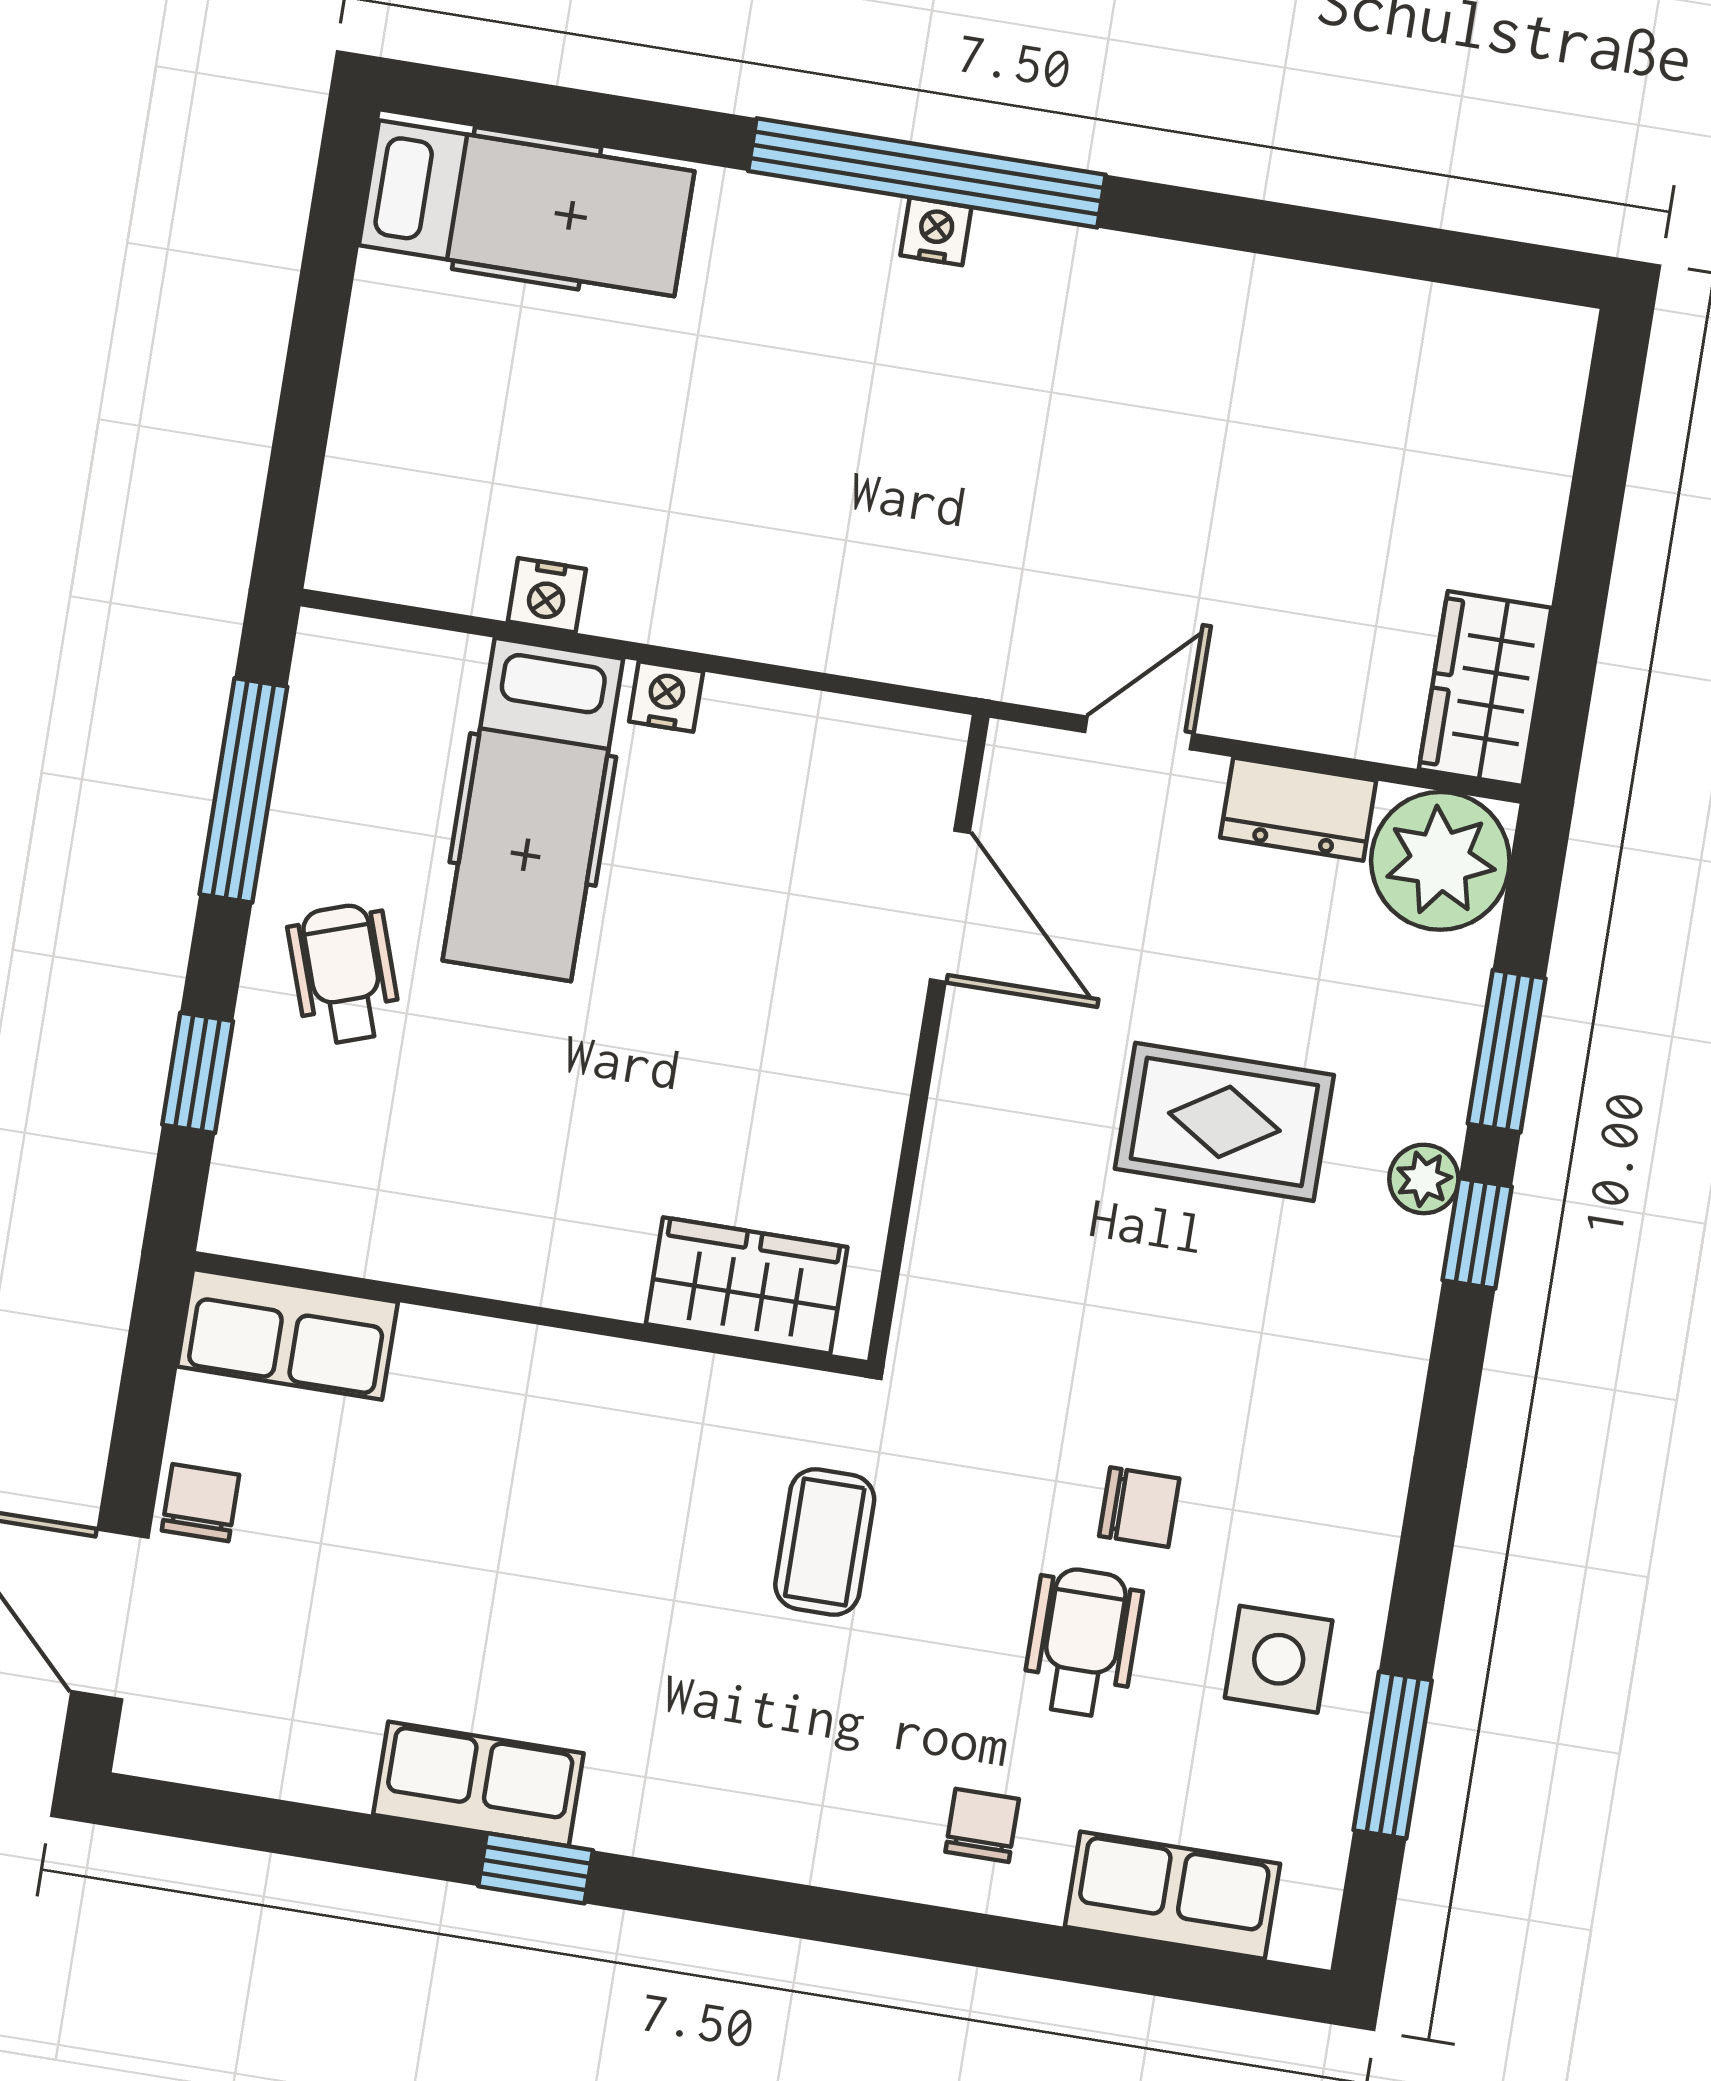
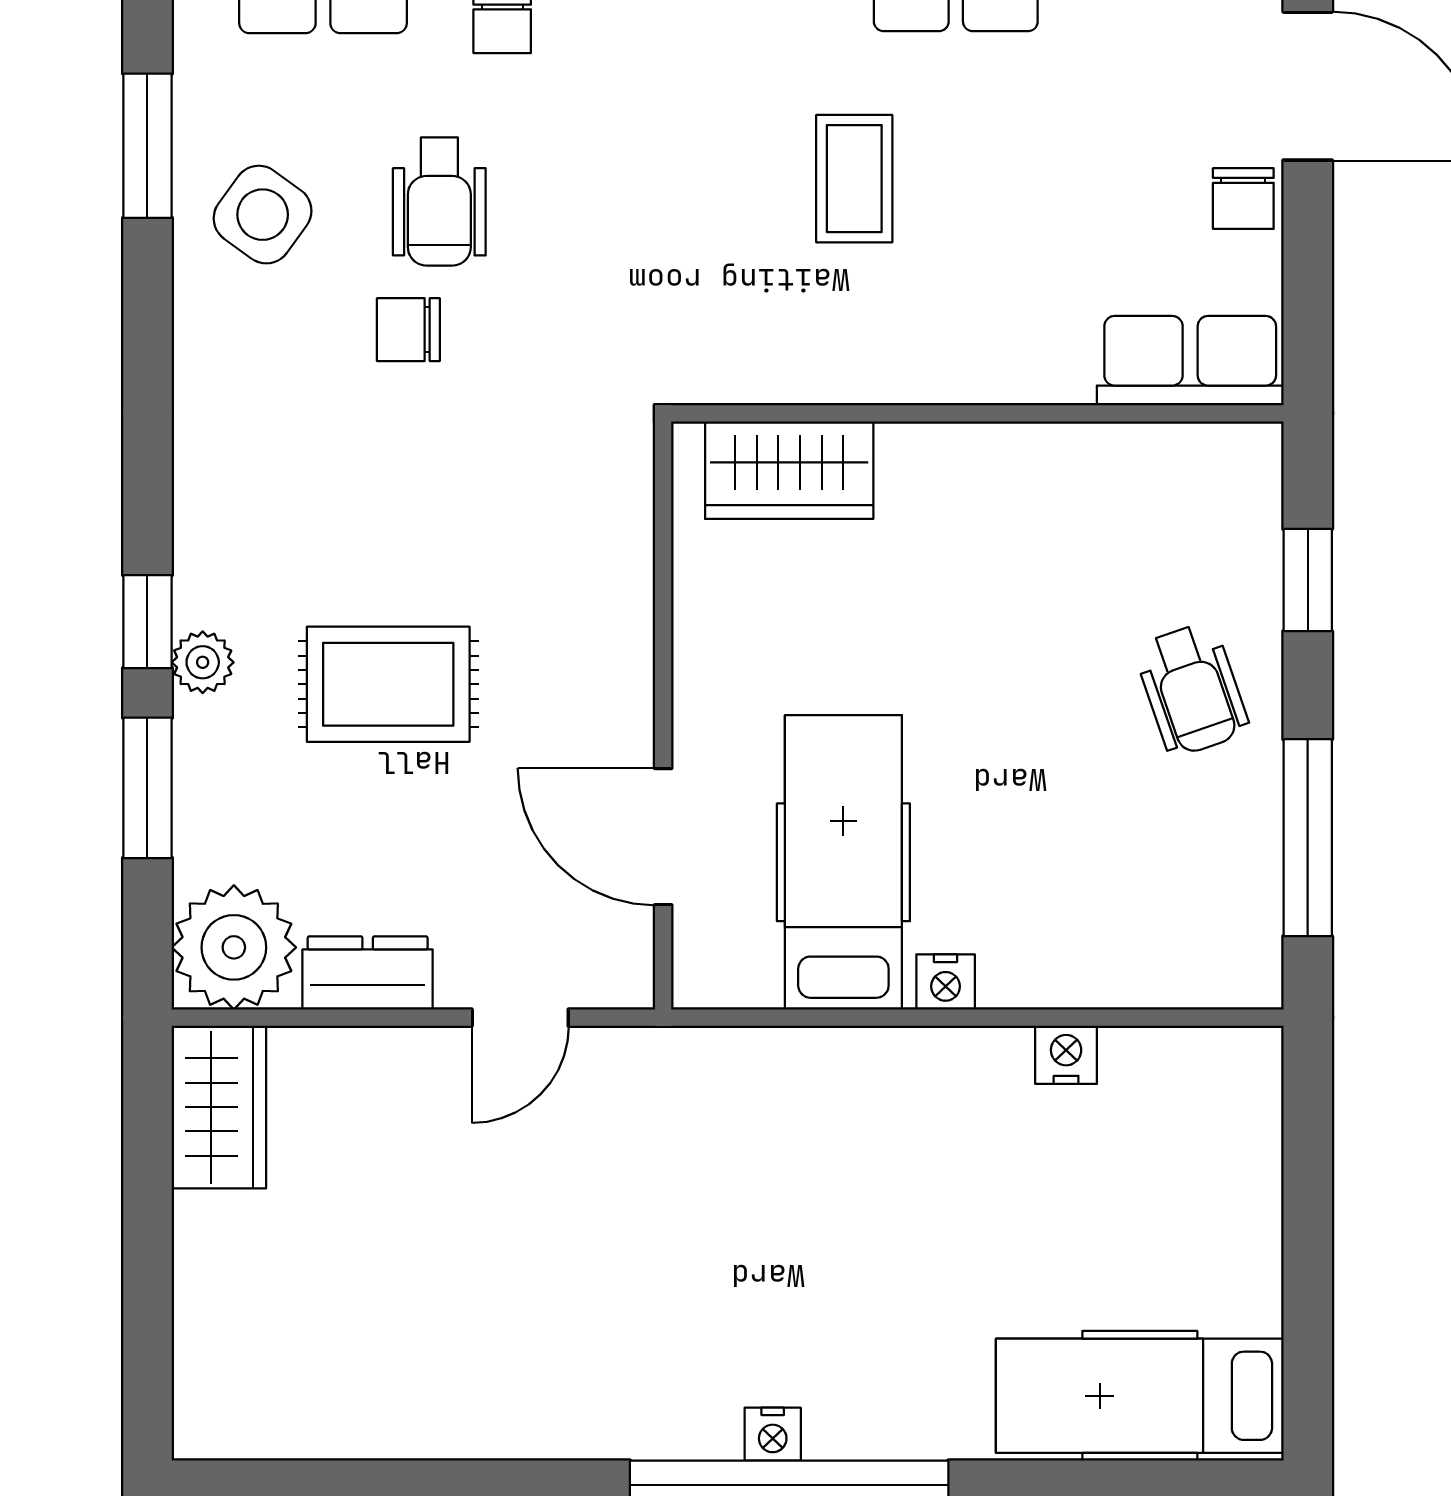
hospital bed: (533, 810) -> (843, 862), moved
coffee table: (825, 1542) -> (854, 179), moved
side table: (1279, 1659) -> (263, 215), turned 36

